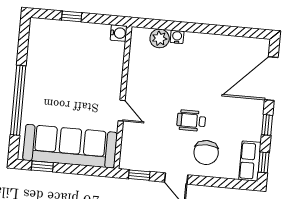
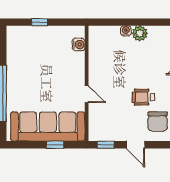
water cooler: (119, 33) -> (79, 45), moved
plant: (160, 38) -> (140, 33), moved
window: (42, 166) -> (55, 145), moved

